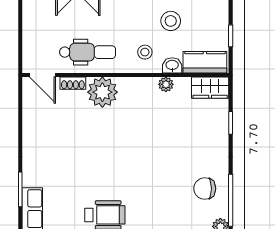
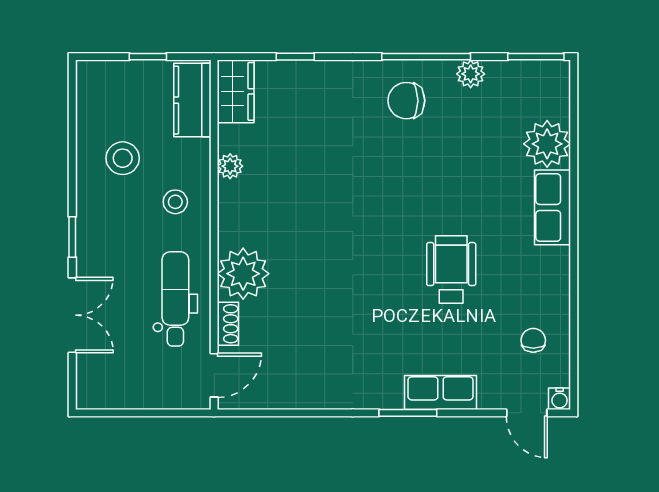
washbasin: (172, 65) -> (198, 156), removed
chair: (205, 189) -> (406, 101), turned 90

